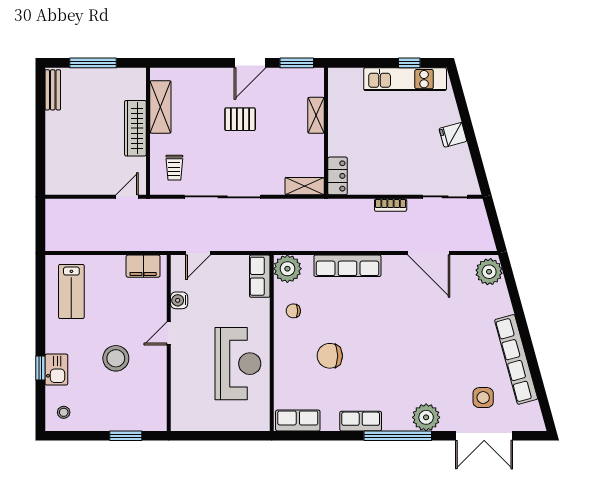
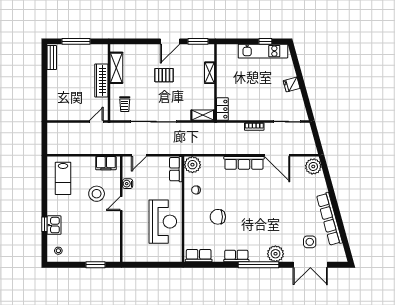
row of seats: (347, 266) -> (244, 163), moved
stool: (116, 358) -> (97, 194), moved

